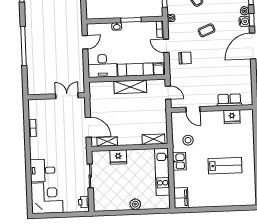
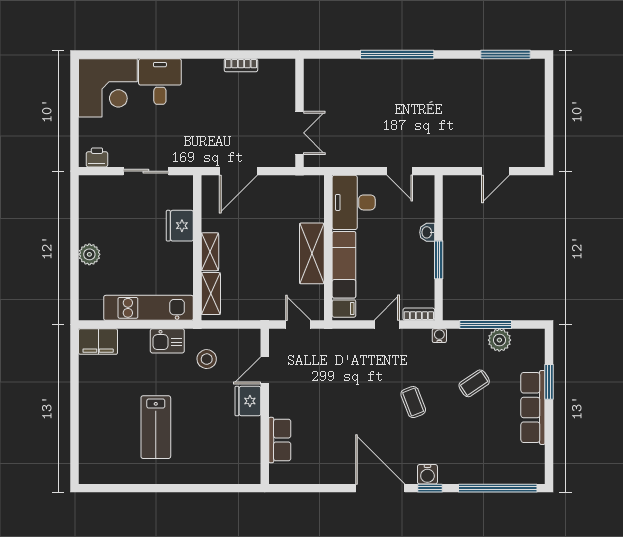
plant: (245, 11) -> (447, 475), removed
chair: (185, 58) -> (362, 359), removed
door: (168, 93) -> (298, 325), swing flipped
fridge: (232, 117) -> (248, 401), moved
shelving: (107, 142) -> (210, 252), moved

